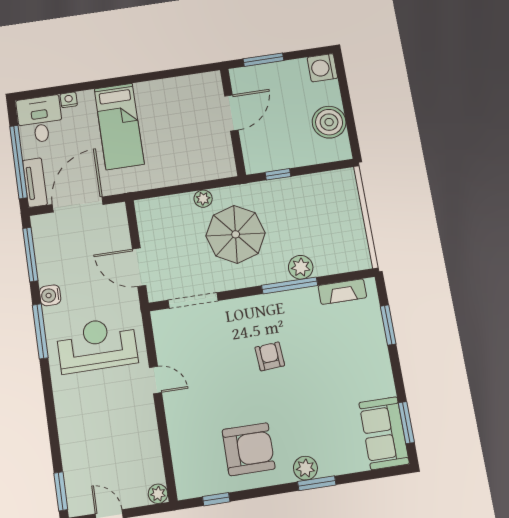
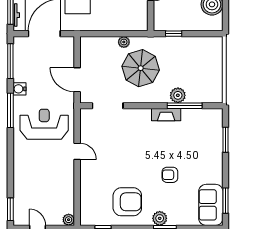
window: (290, 285) -> (185, 106), moved
fireplace: (342, 292) -> (166, 115), moved
armchair: (270, 356) -> (170, 175), moved, turned -86

